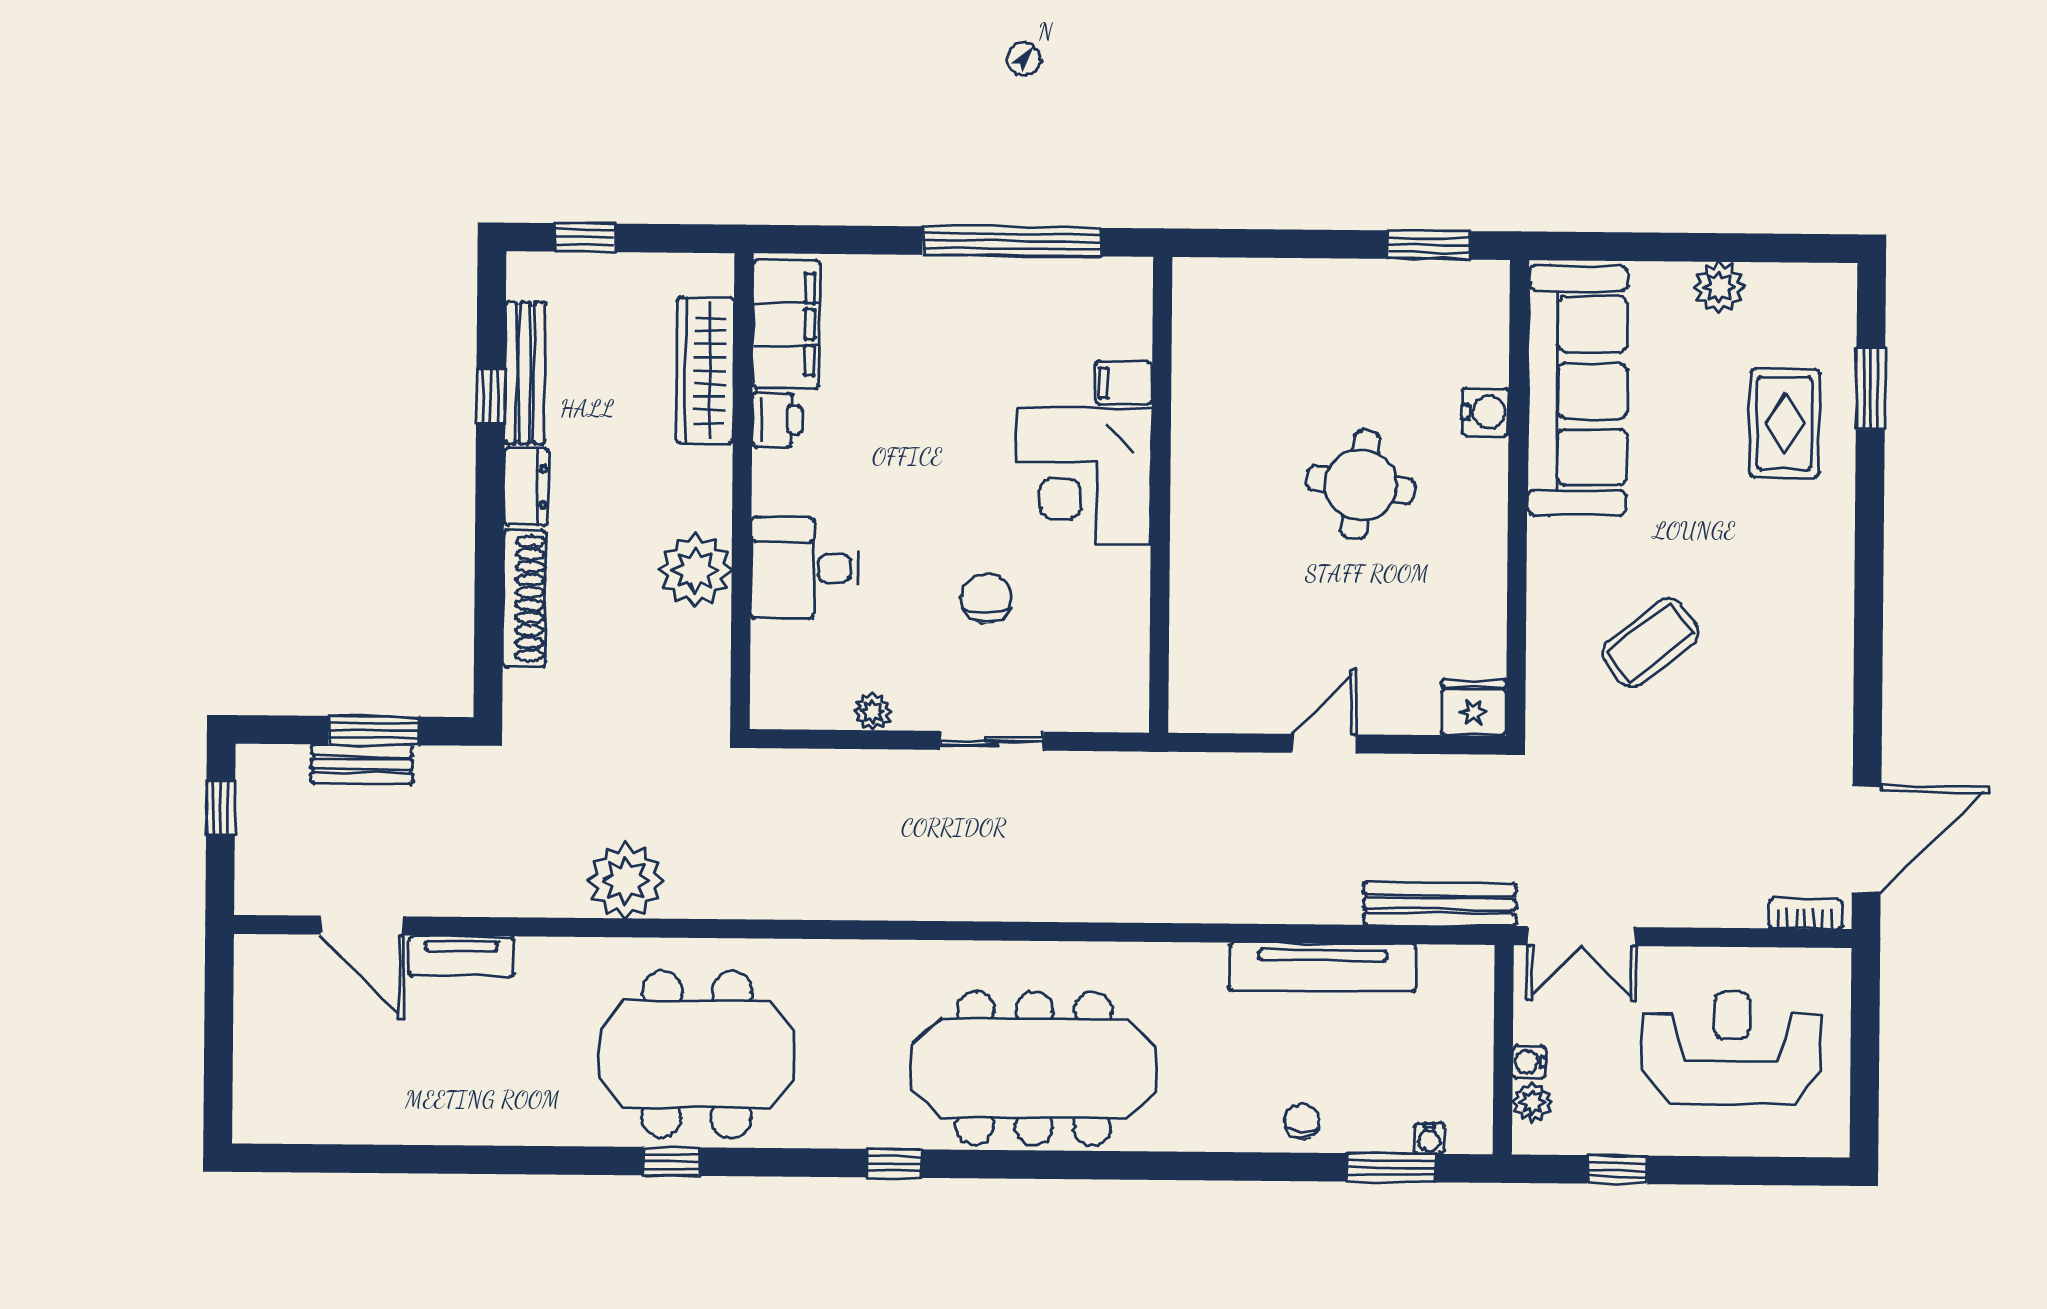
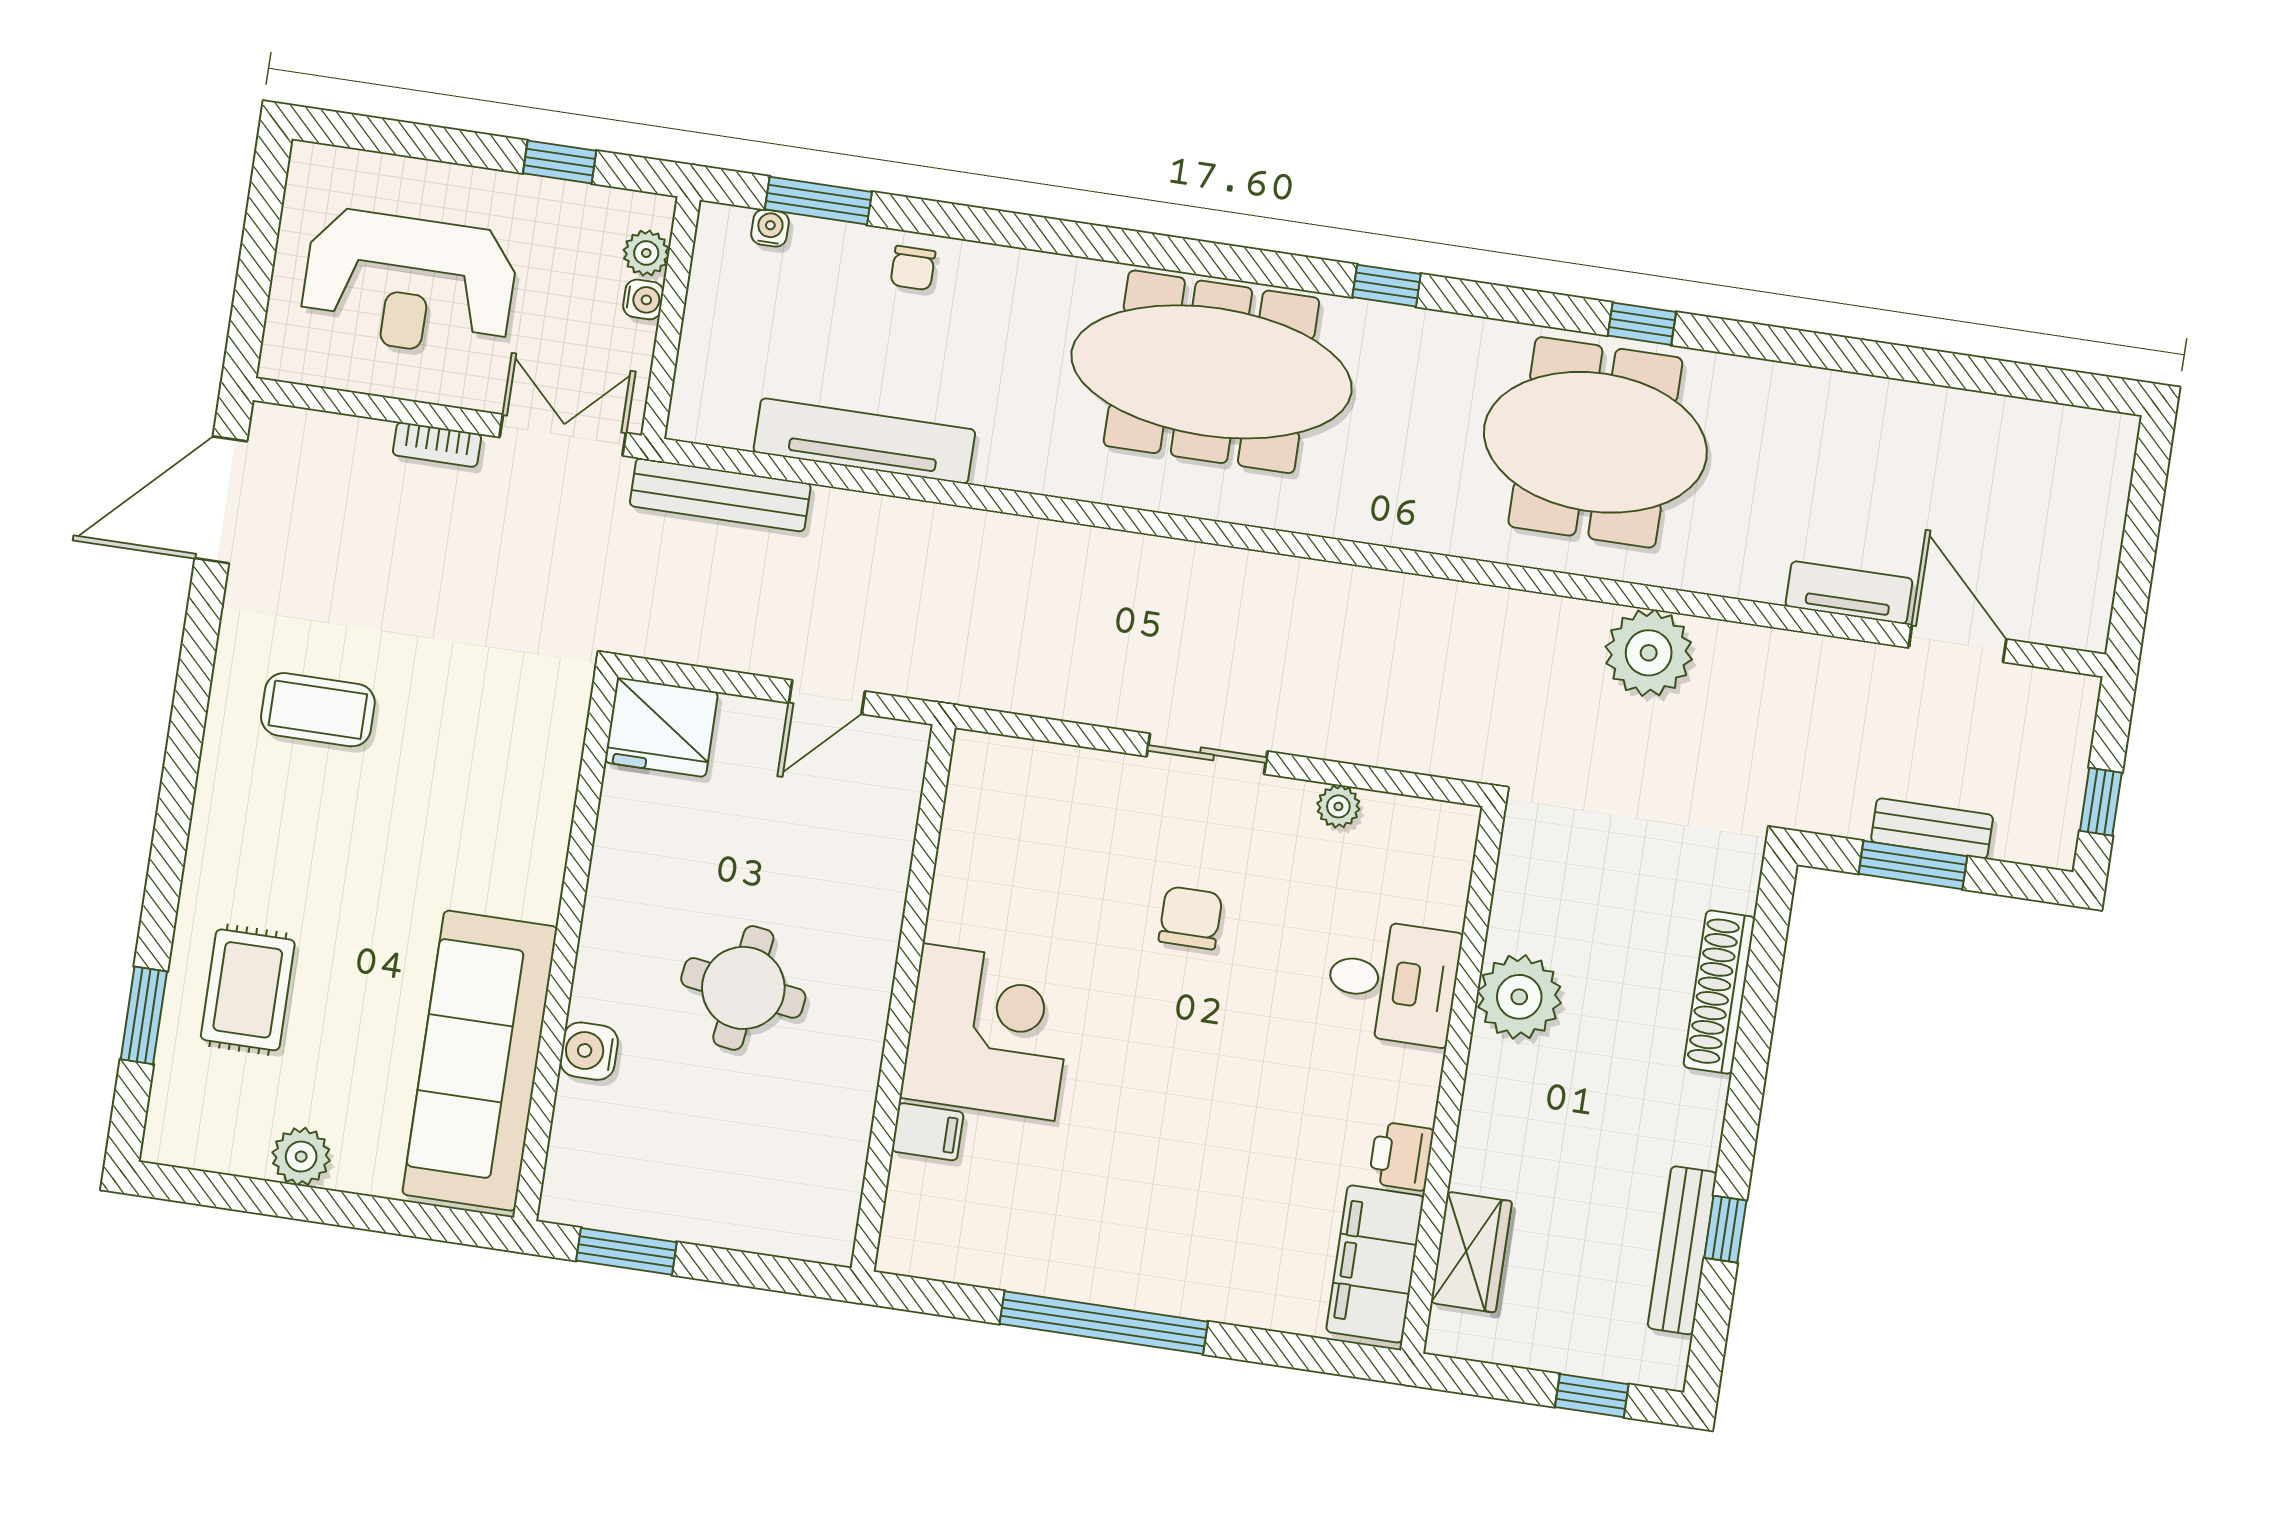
wardrobe: (705, 370) -> (1471, 1252), width x0.67
filing cabinet: (1124, 383) -> (928, 1132), moved
corner desk: (1084, 476) -> (988, 1032), moved
dresser: (526, 487) -> (1699, 1120), removed
wall: (1161, 495) -> (903, 998), moved
chair: (986, 598) -> (1191, 918), turned 180
coffee table: (1650, 643) -> (318, 710), moved, turned 38
fridge: (1474, 708) -> (661, 727), width x1.36, depth x1.34
bookcase: (1805, 914) -> (437, 445), moved

